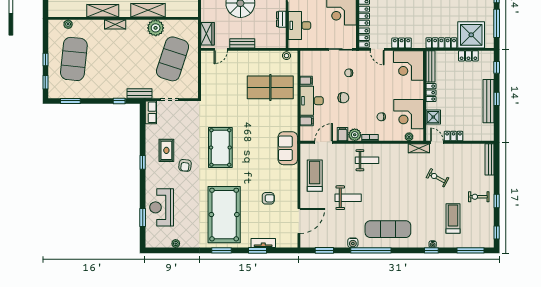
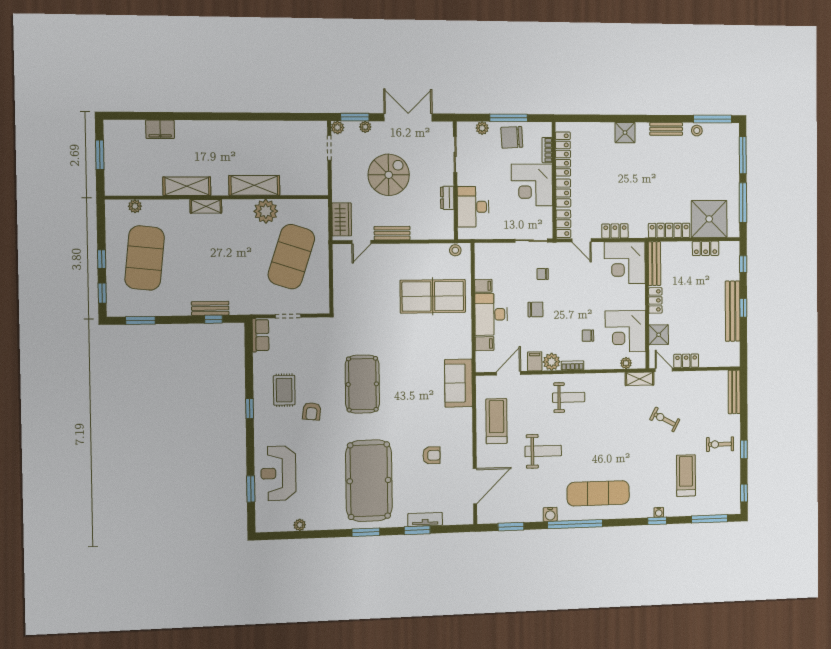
bench: (140, 93) -> (210, 308), moved

